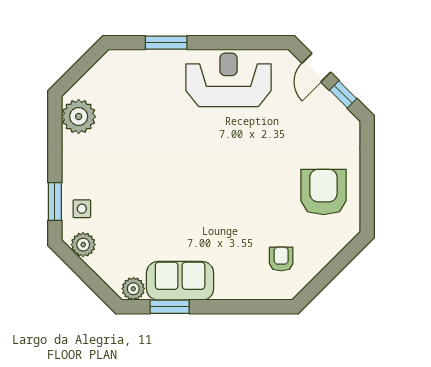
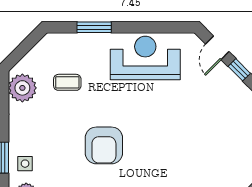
coffee table: (133, 110) -> (67, 82), added
armchair: (323, 192) -> (104, 145), moved, turned 180

